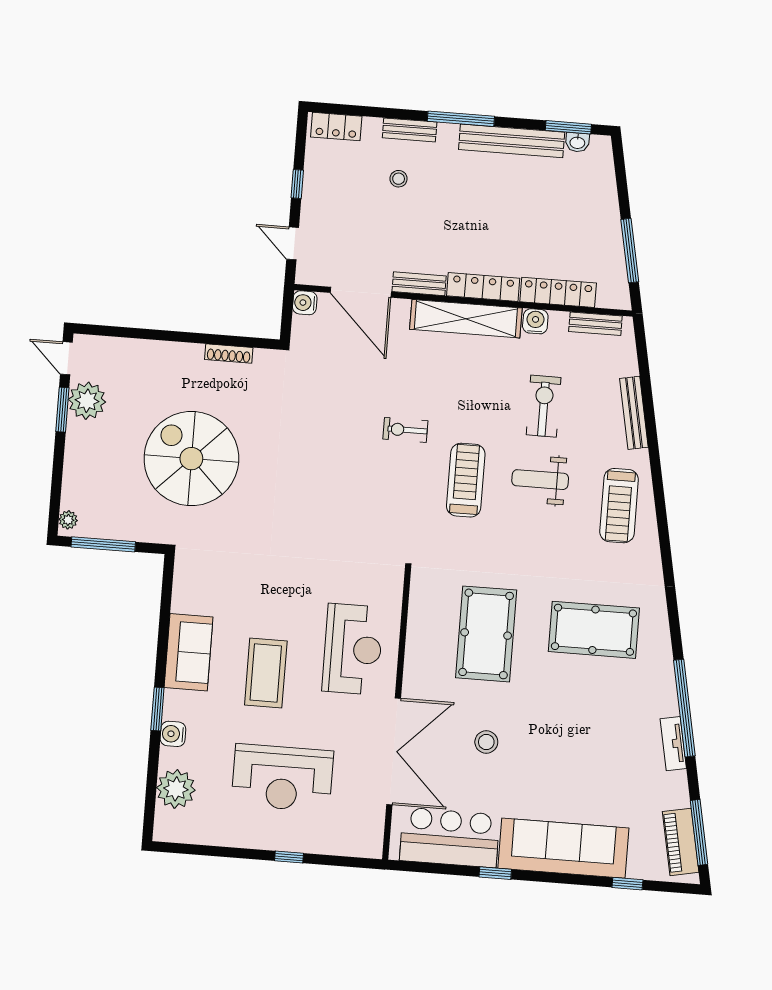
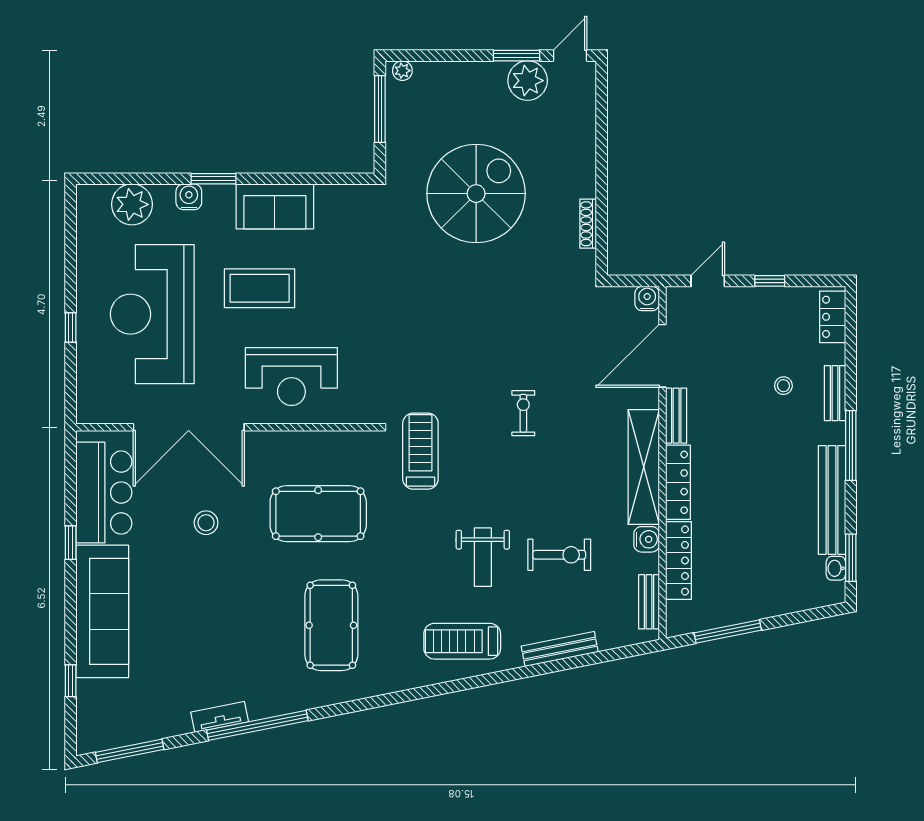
treadmill: (466, 480) -> (420, 451), moved, turned -90
weight bench: (540, 480) -> (483, 557), turned 180
reception desk: (282, 778) -> (152, 314), width x1.36, depth x1.30
piano: (681, 842) -> (118, 733), removed

